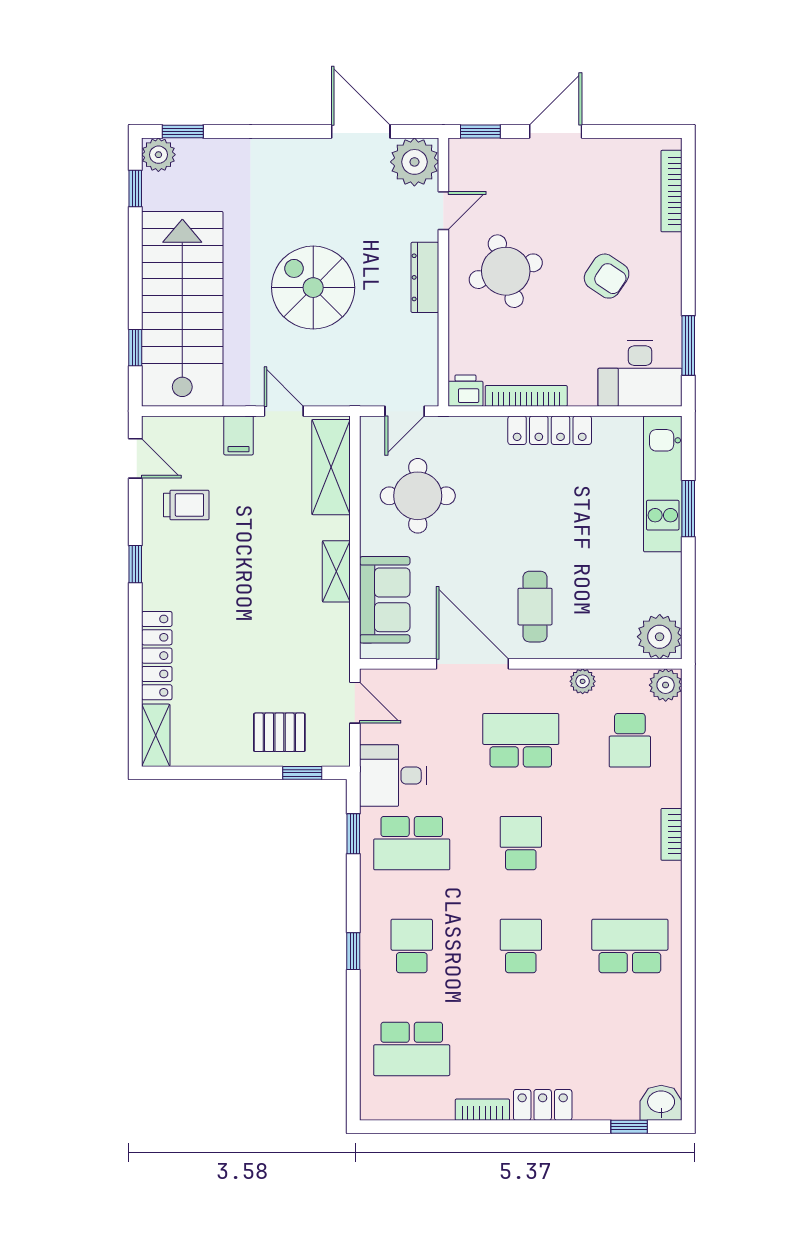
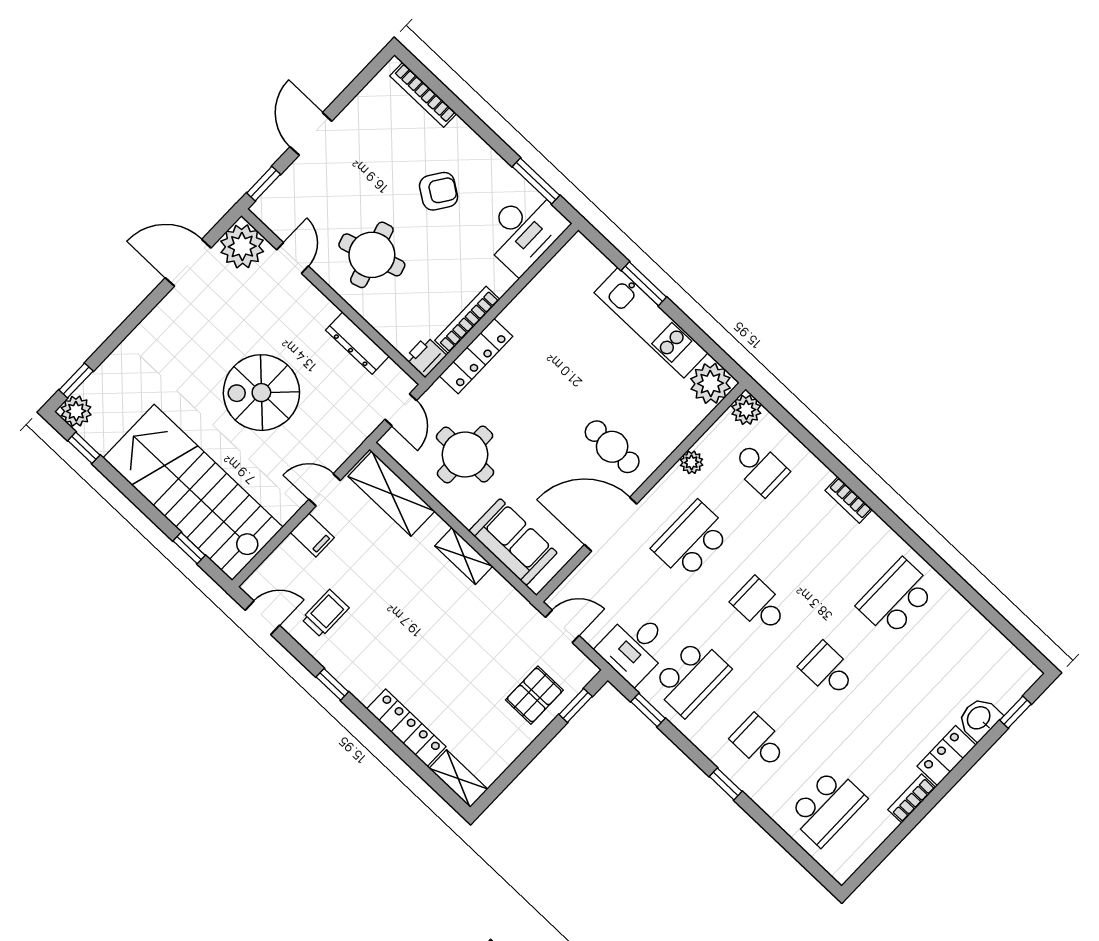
dresser: (425, 277) -> (357, 343), moved
locker: (550, 430) -> (476, 356), moved
kitchen unit: (663, 484) -> (651, 323), moved
washbasin: (661, 1103) -> (979, 718), moved

